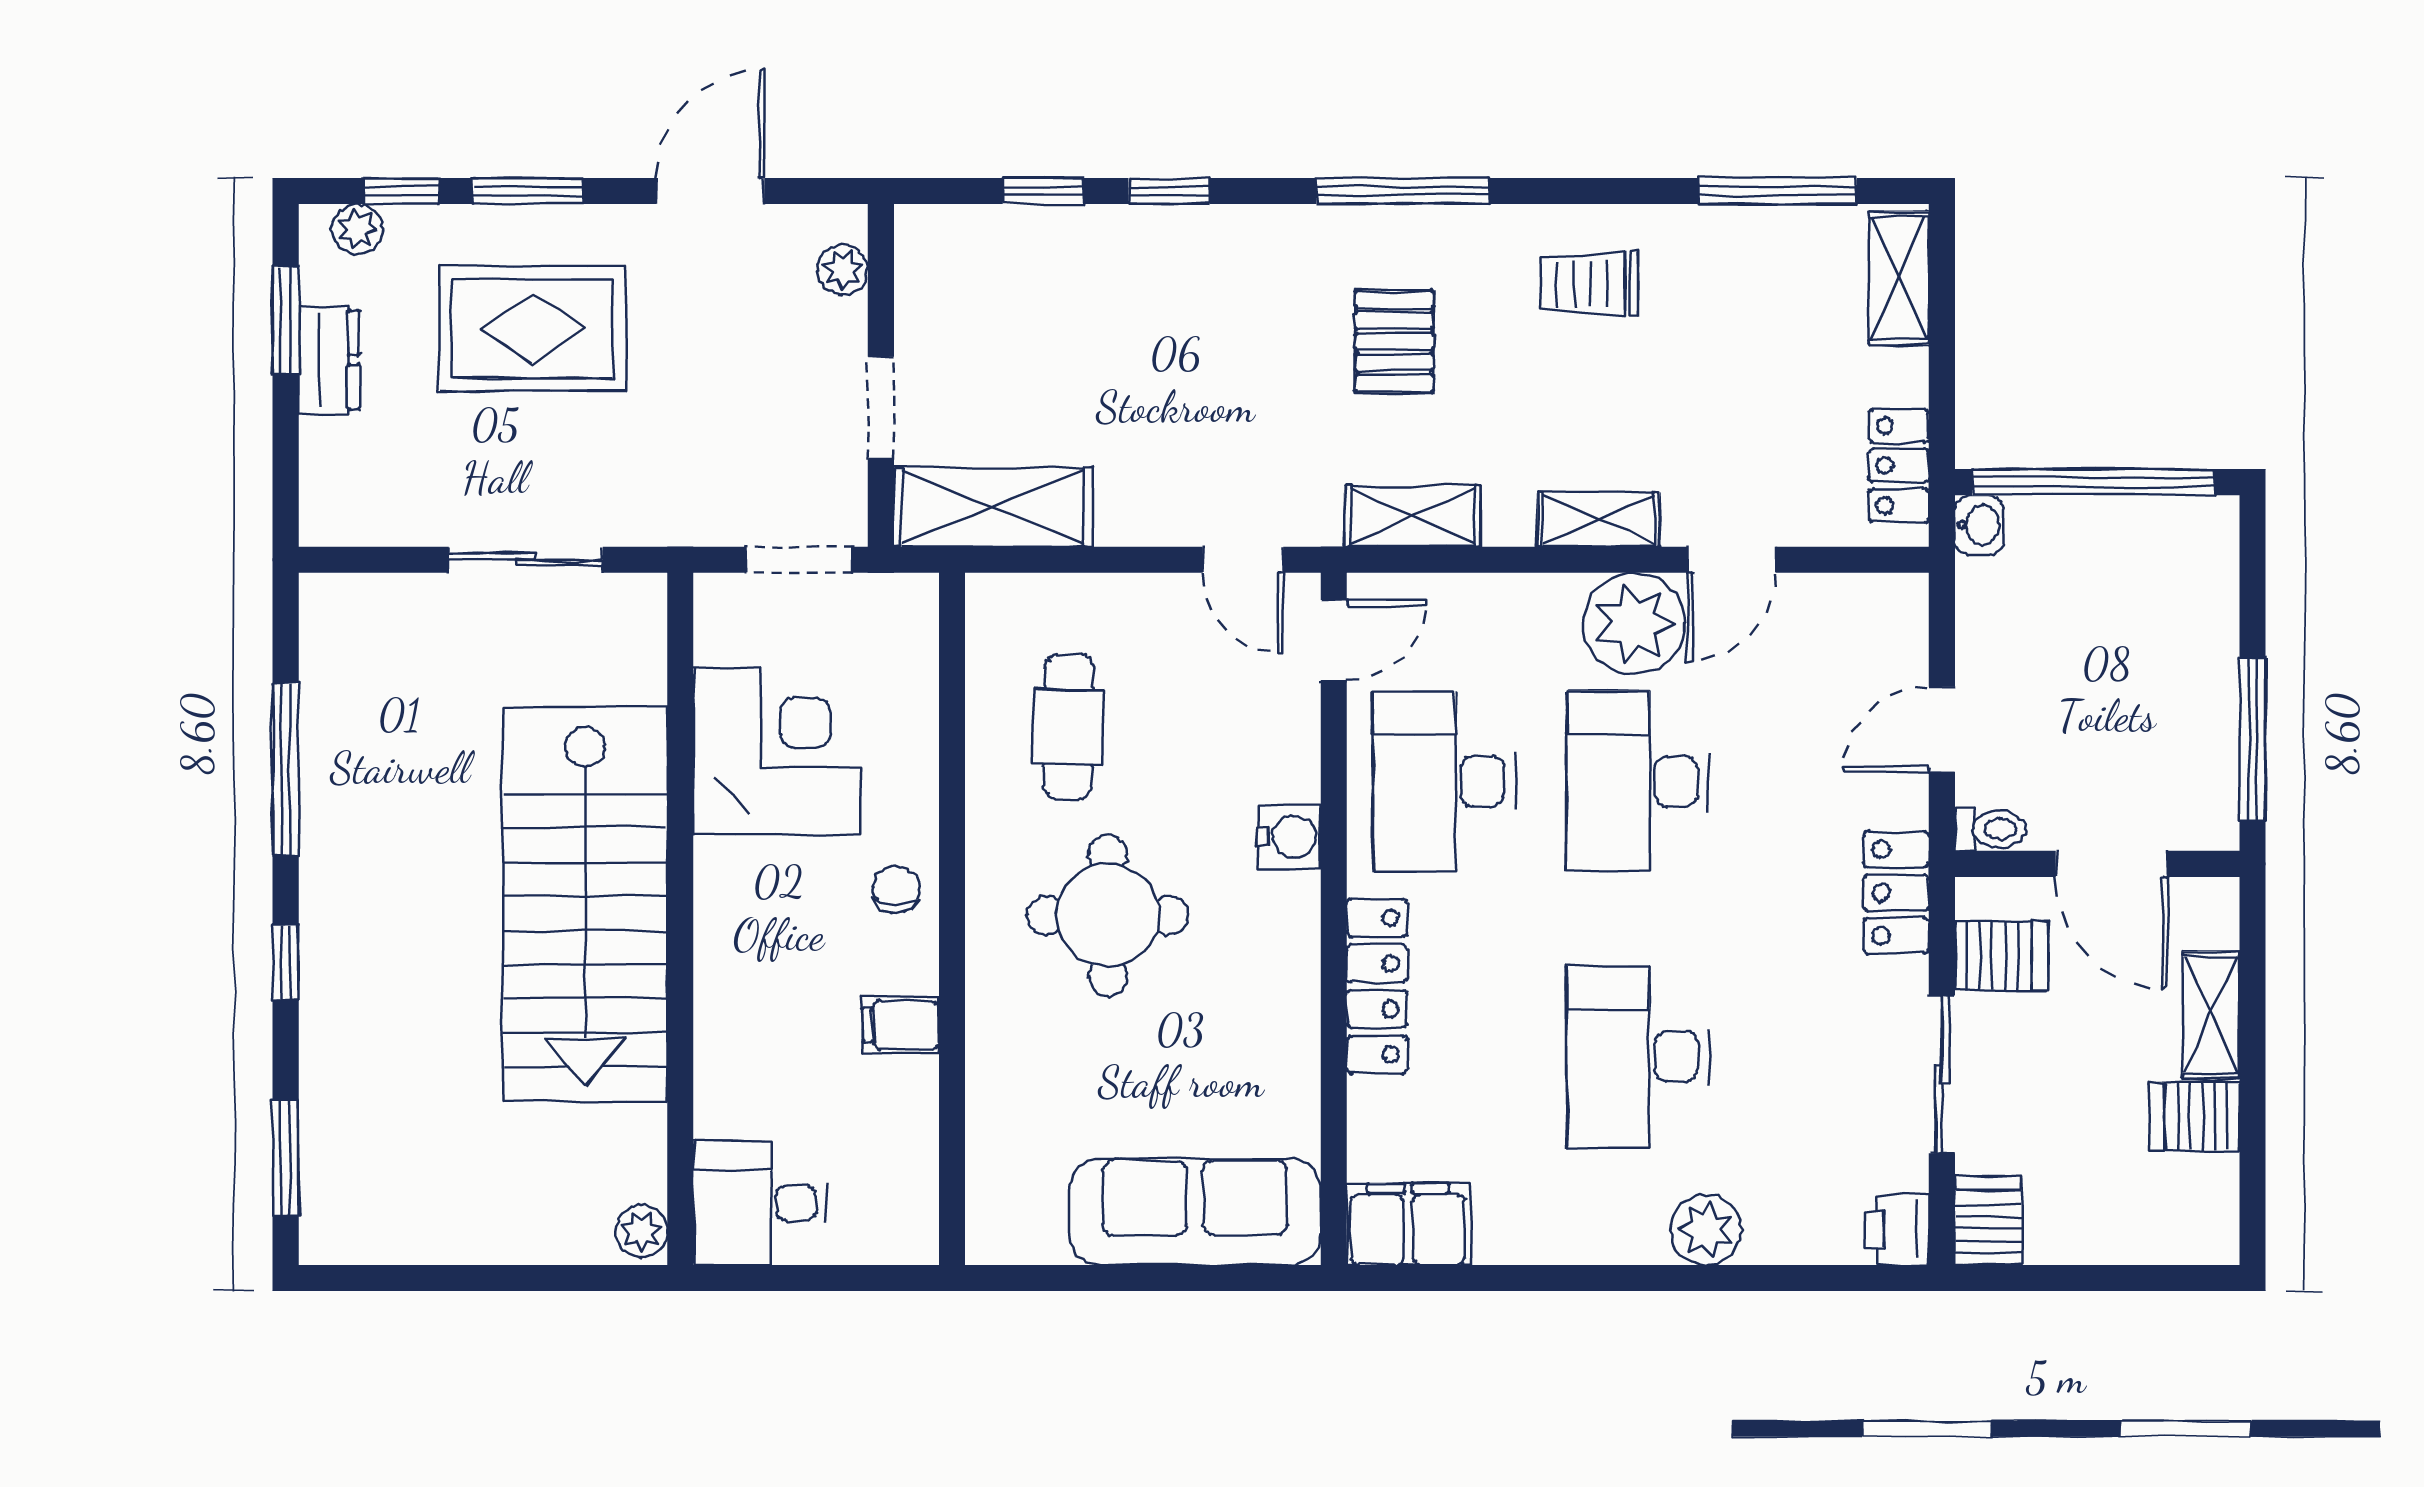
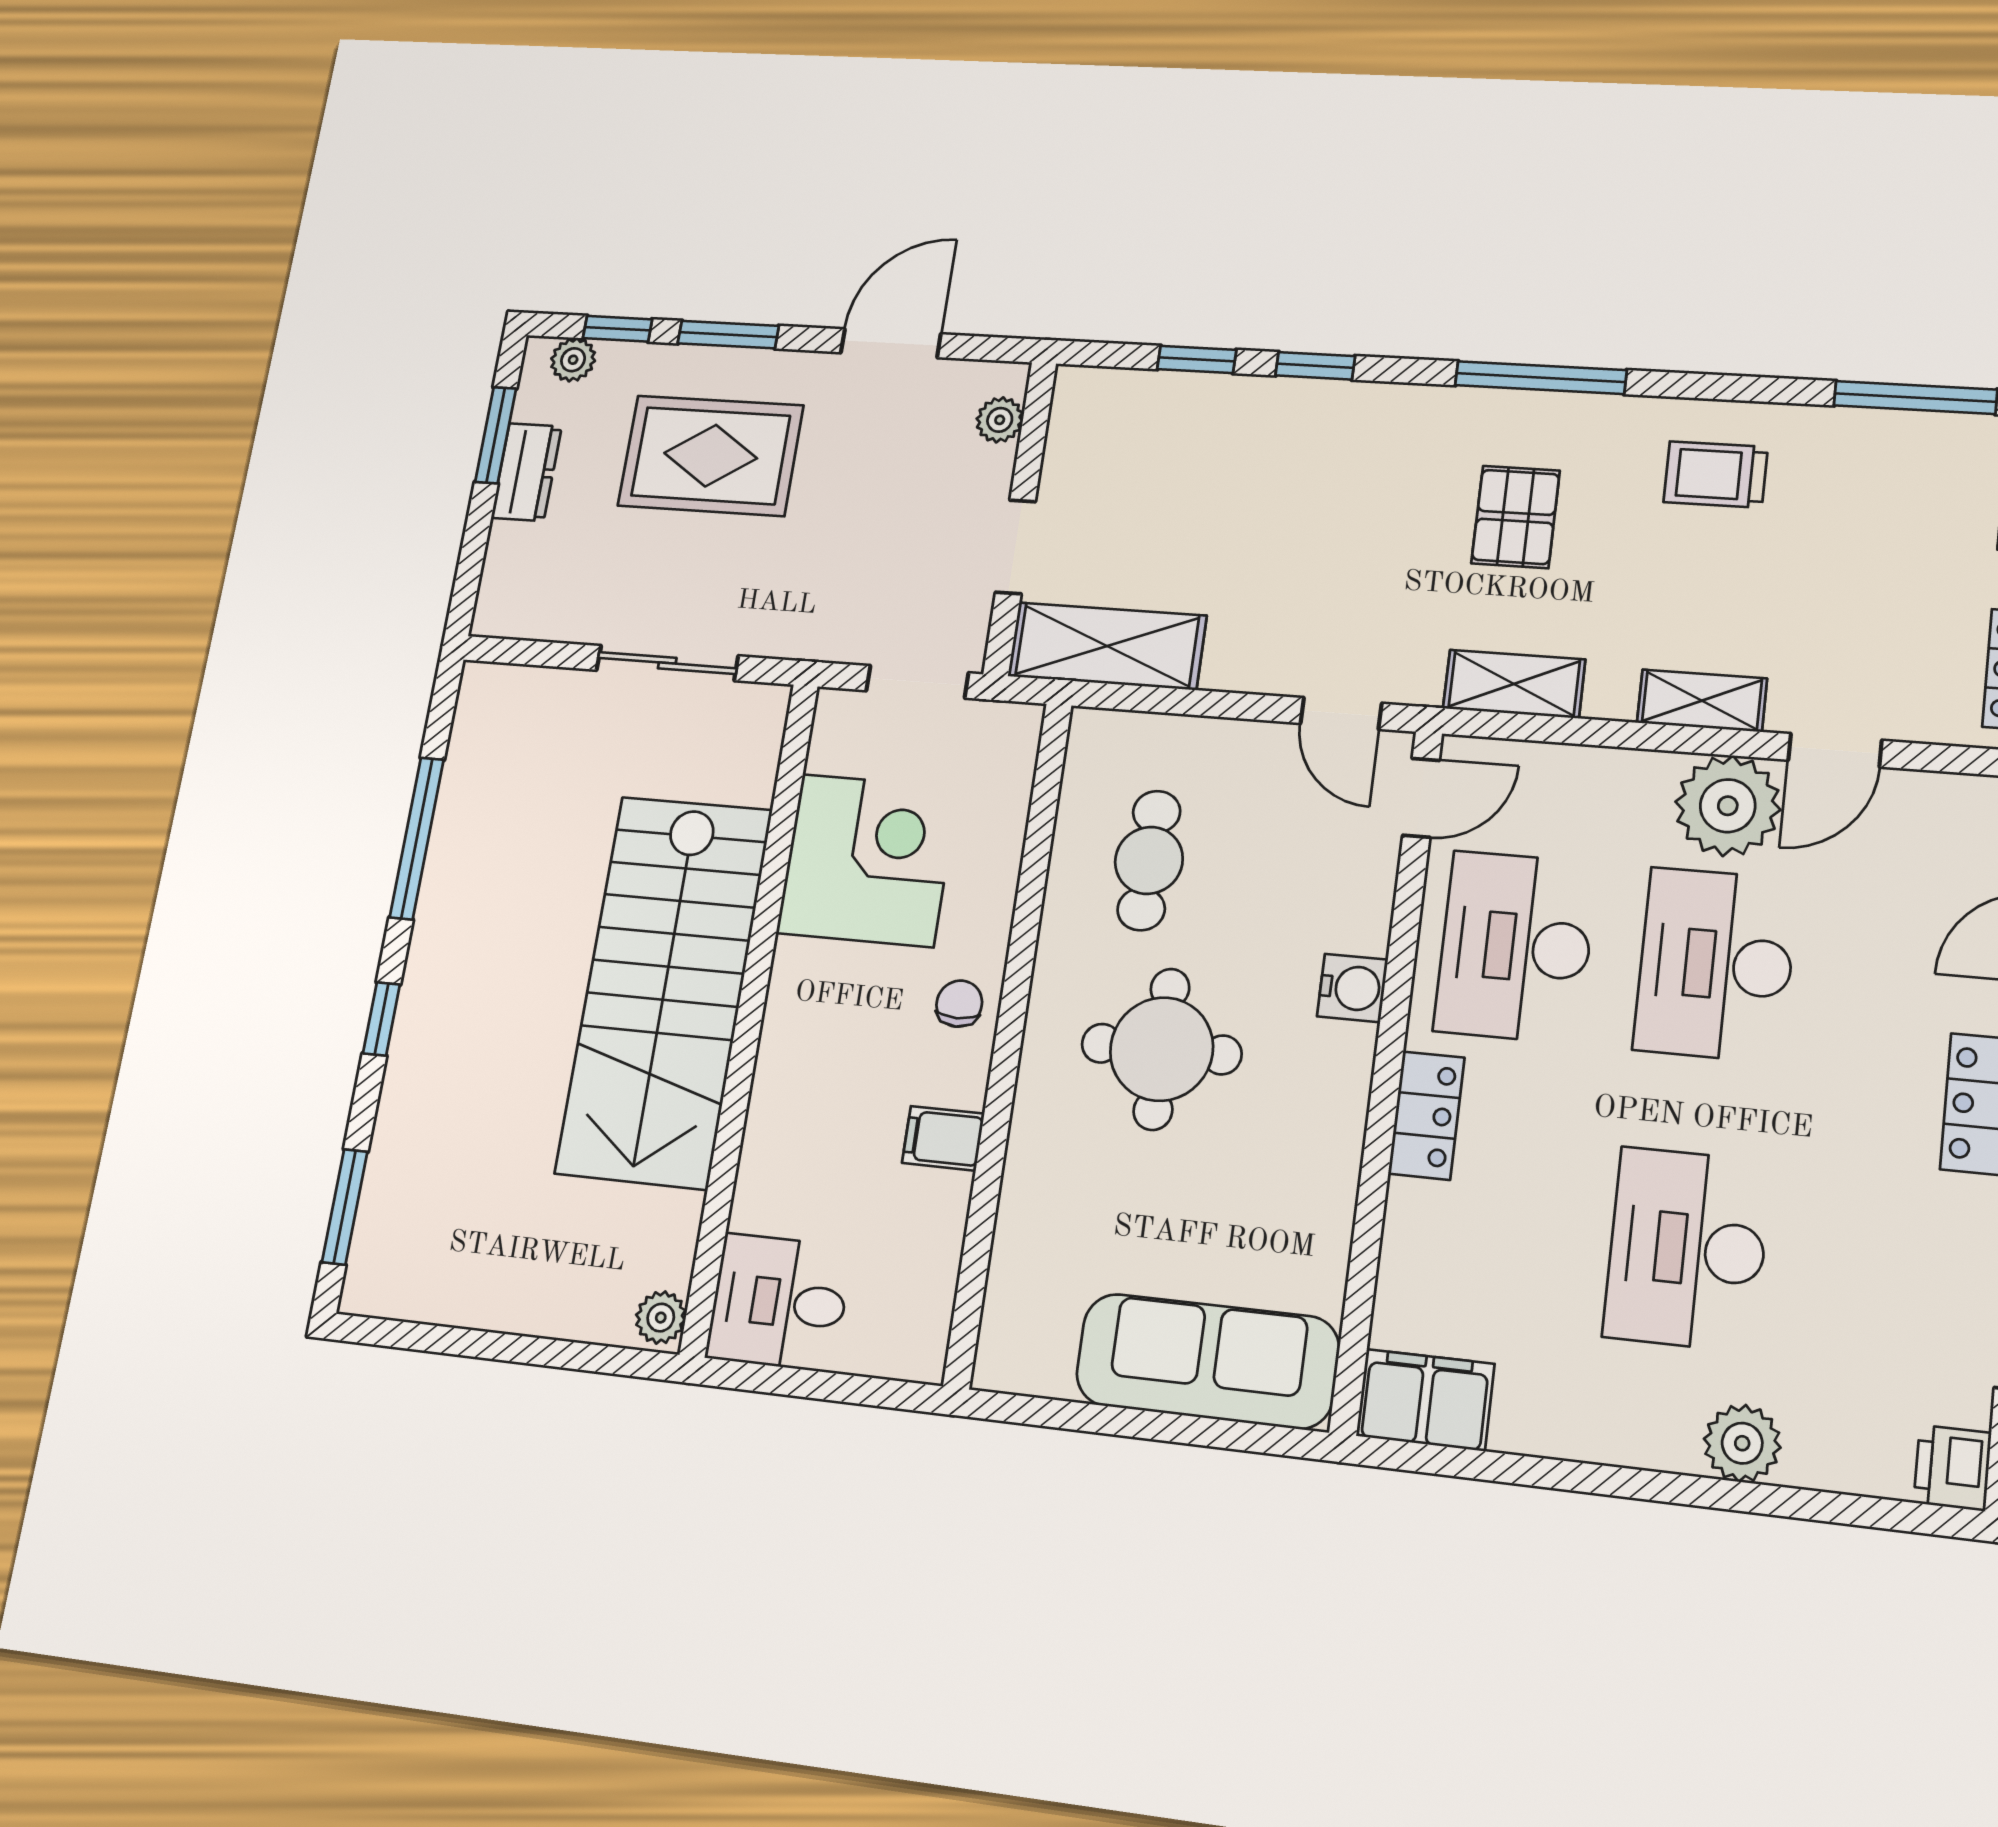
locker: (1377, 986) -> (1426, 1115), width x0.66

